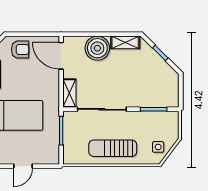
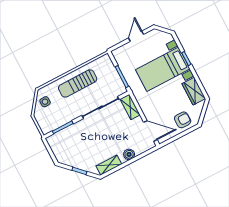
boiler: (97, 48) -> (129, 154), width x0.54, depth x0.54
armchair: (20, 50) -> (183, 120), turned 180
sun lounger: (113, 148) -> (78, 83), turned 180

